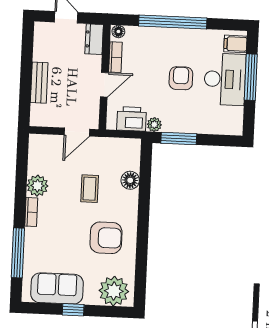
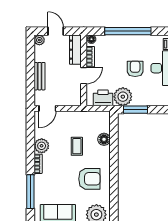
plant: (41, 29) -> (39, 40), added
dresser: (94, 39) -> (75, 50), width x1.44
plant: (154, 125) -> (123, 97), width x1.88, depth x1.88
door: (77, 132) -> (47, 108), moved

